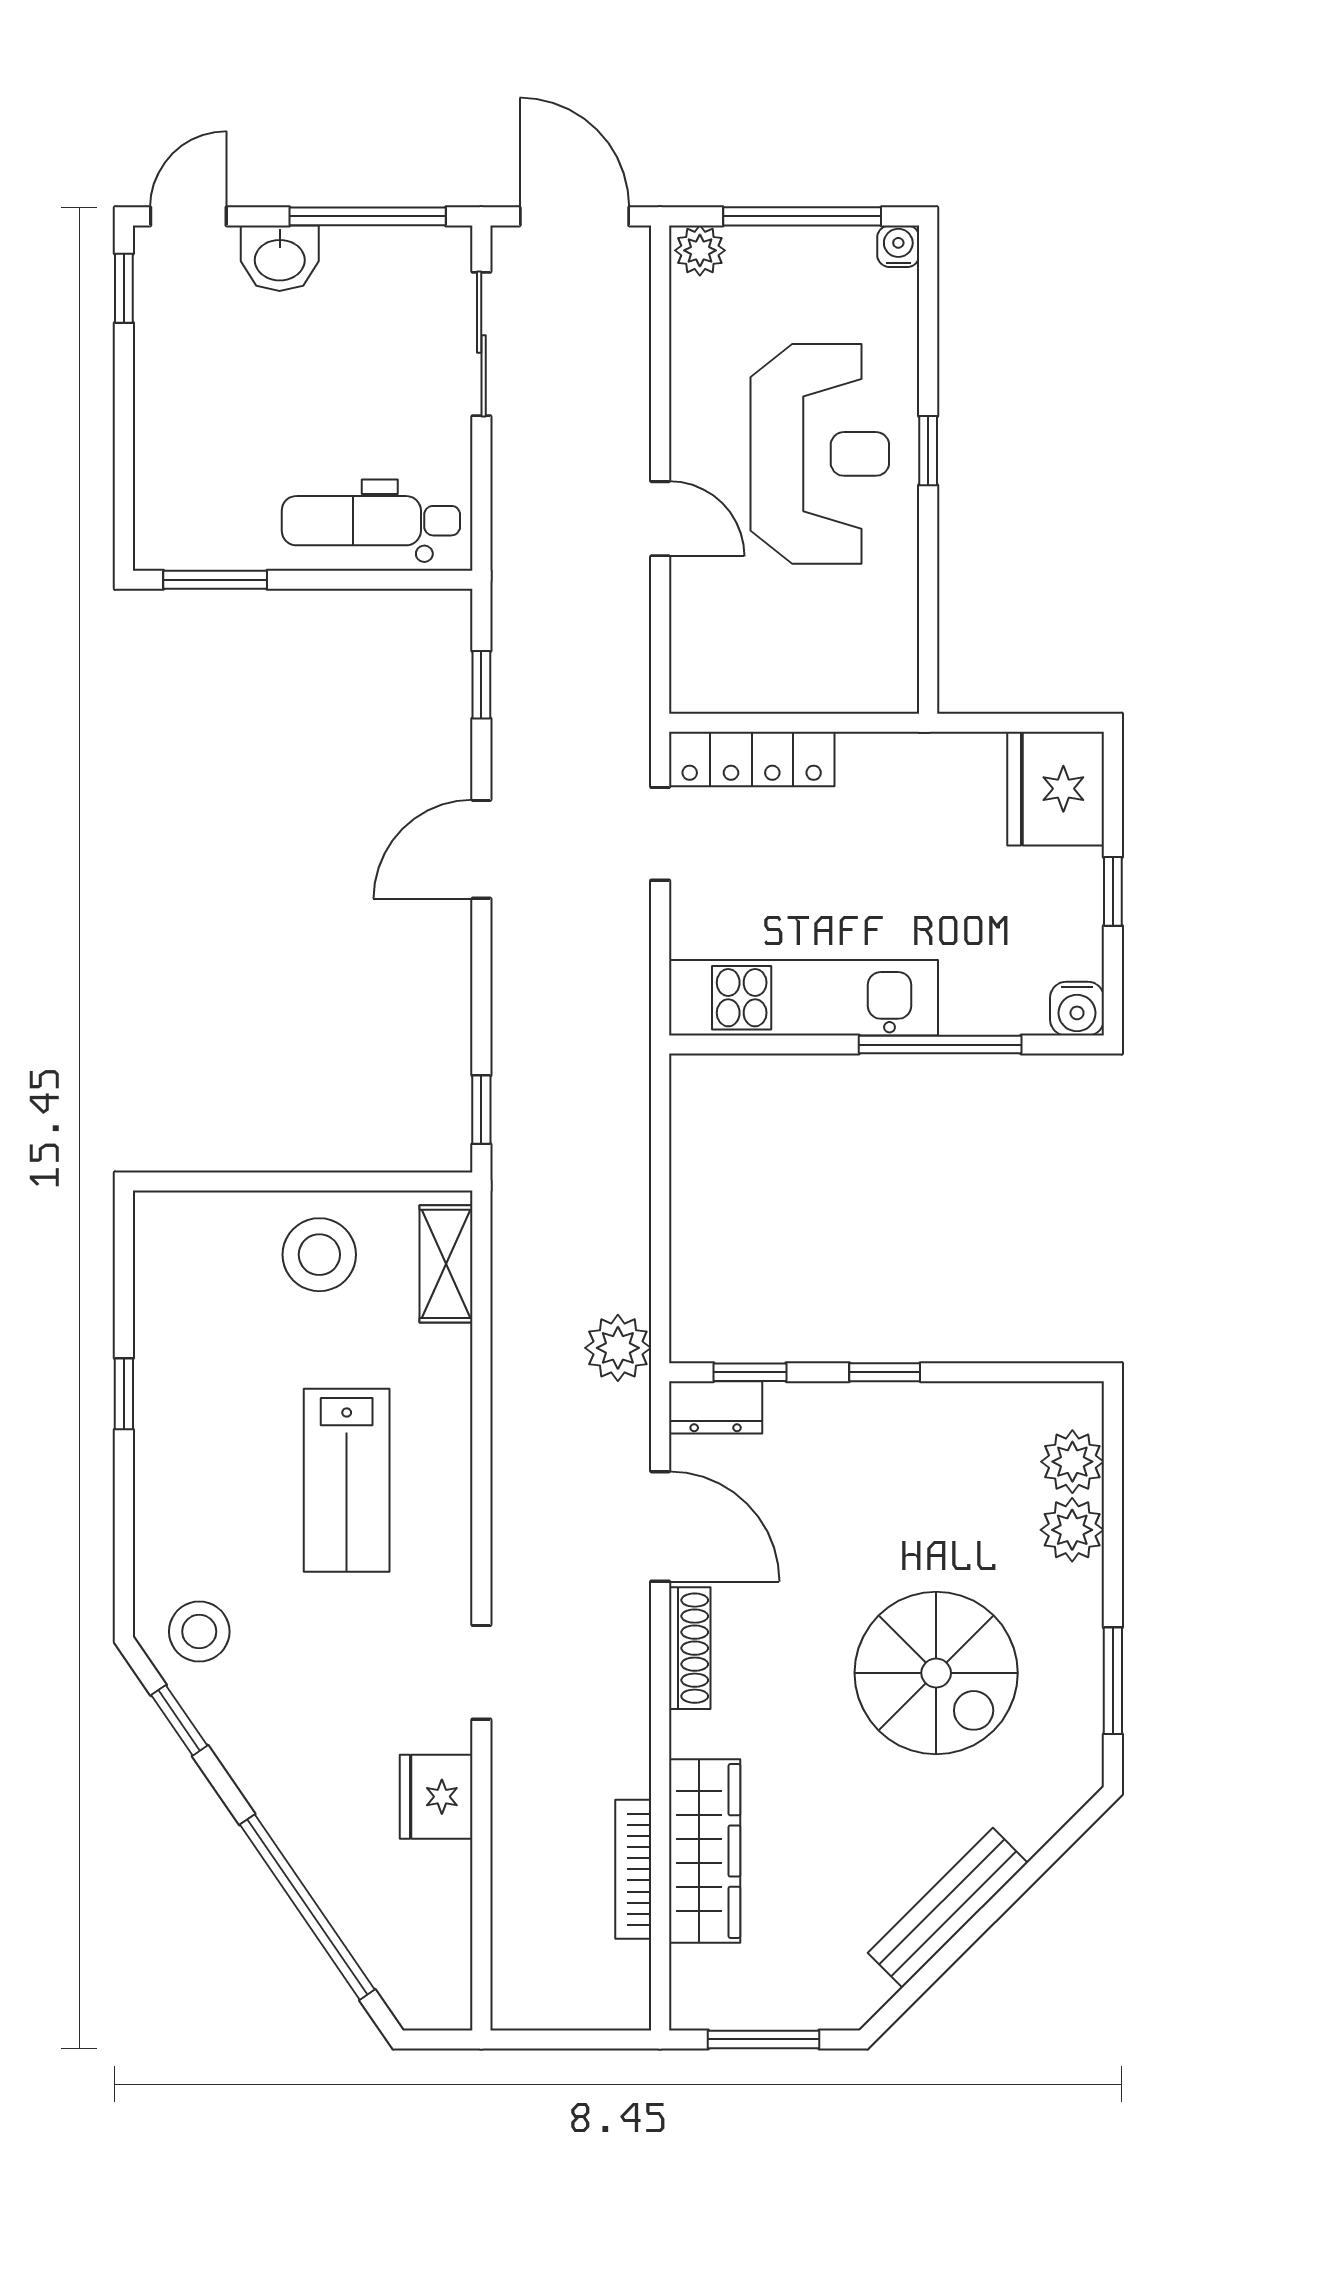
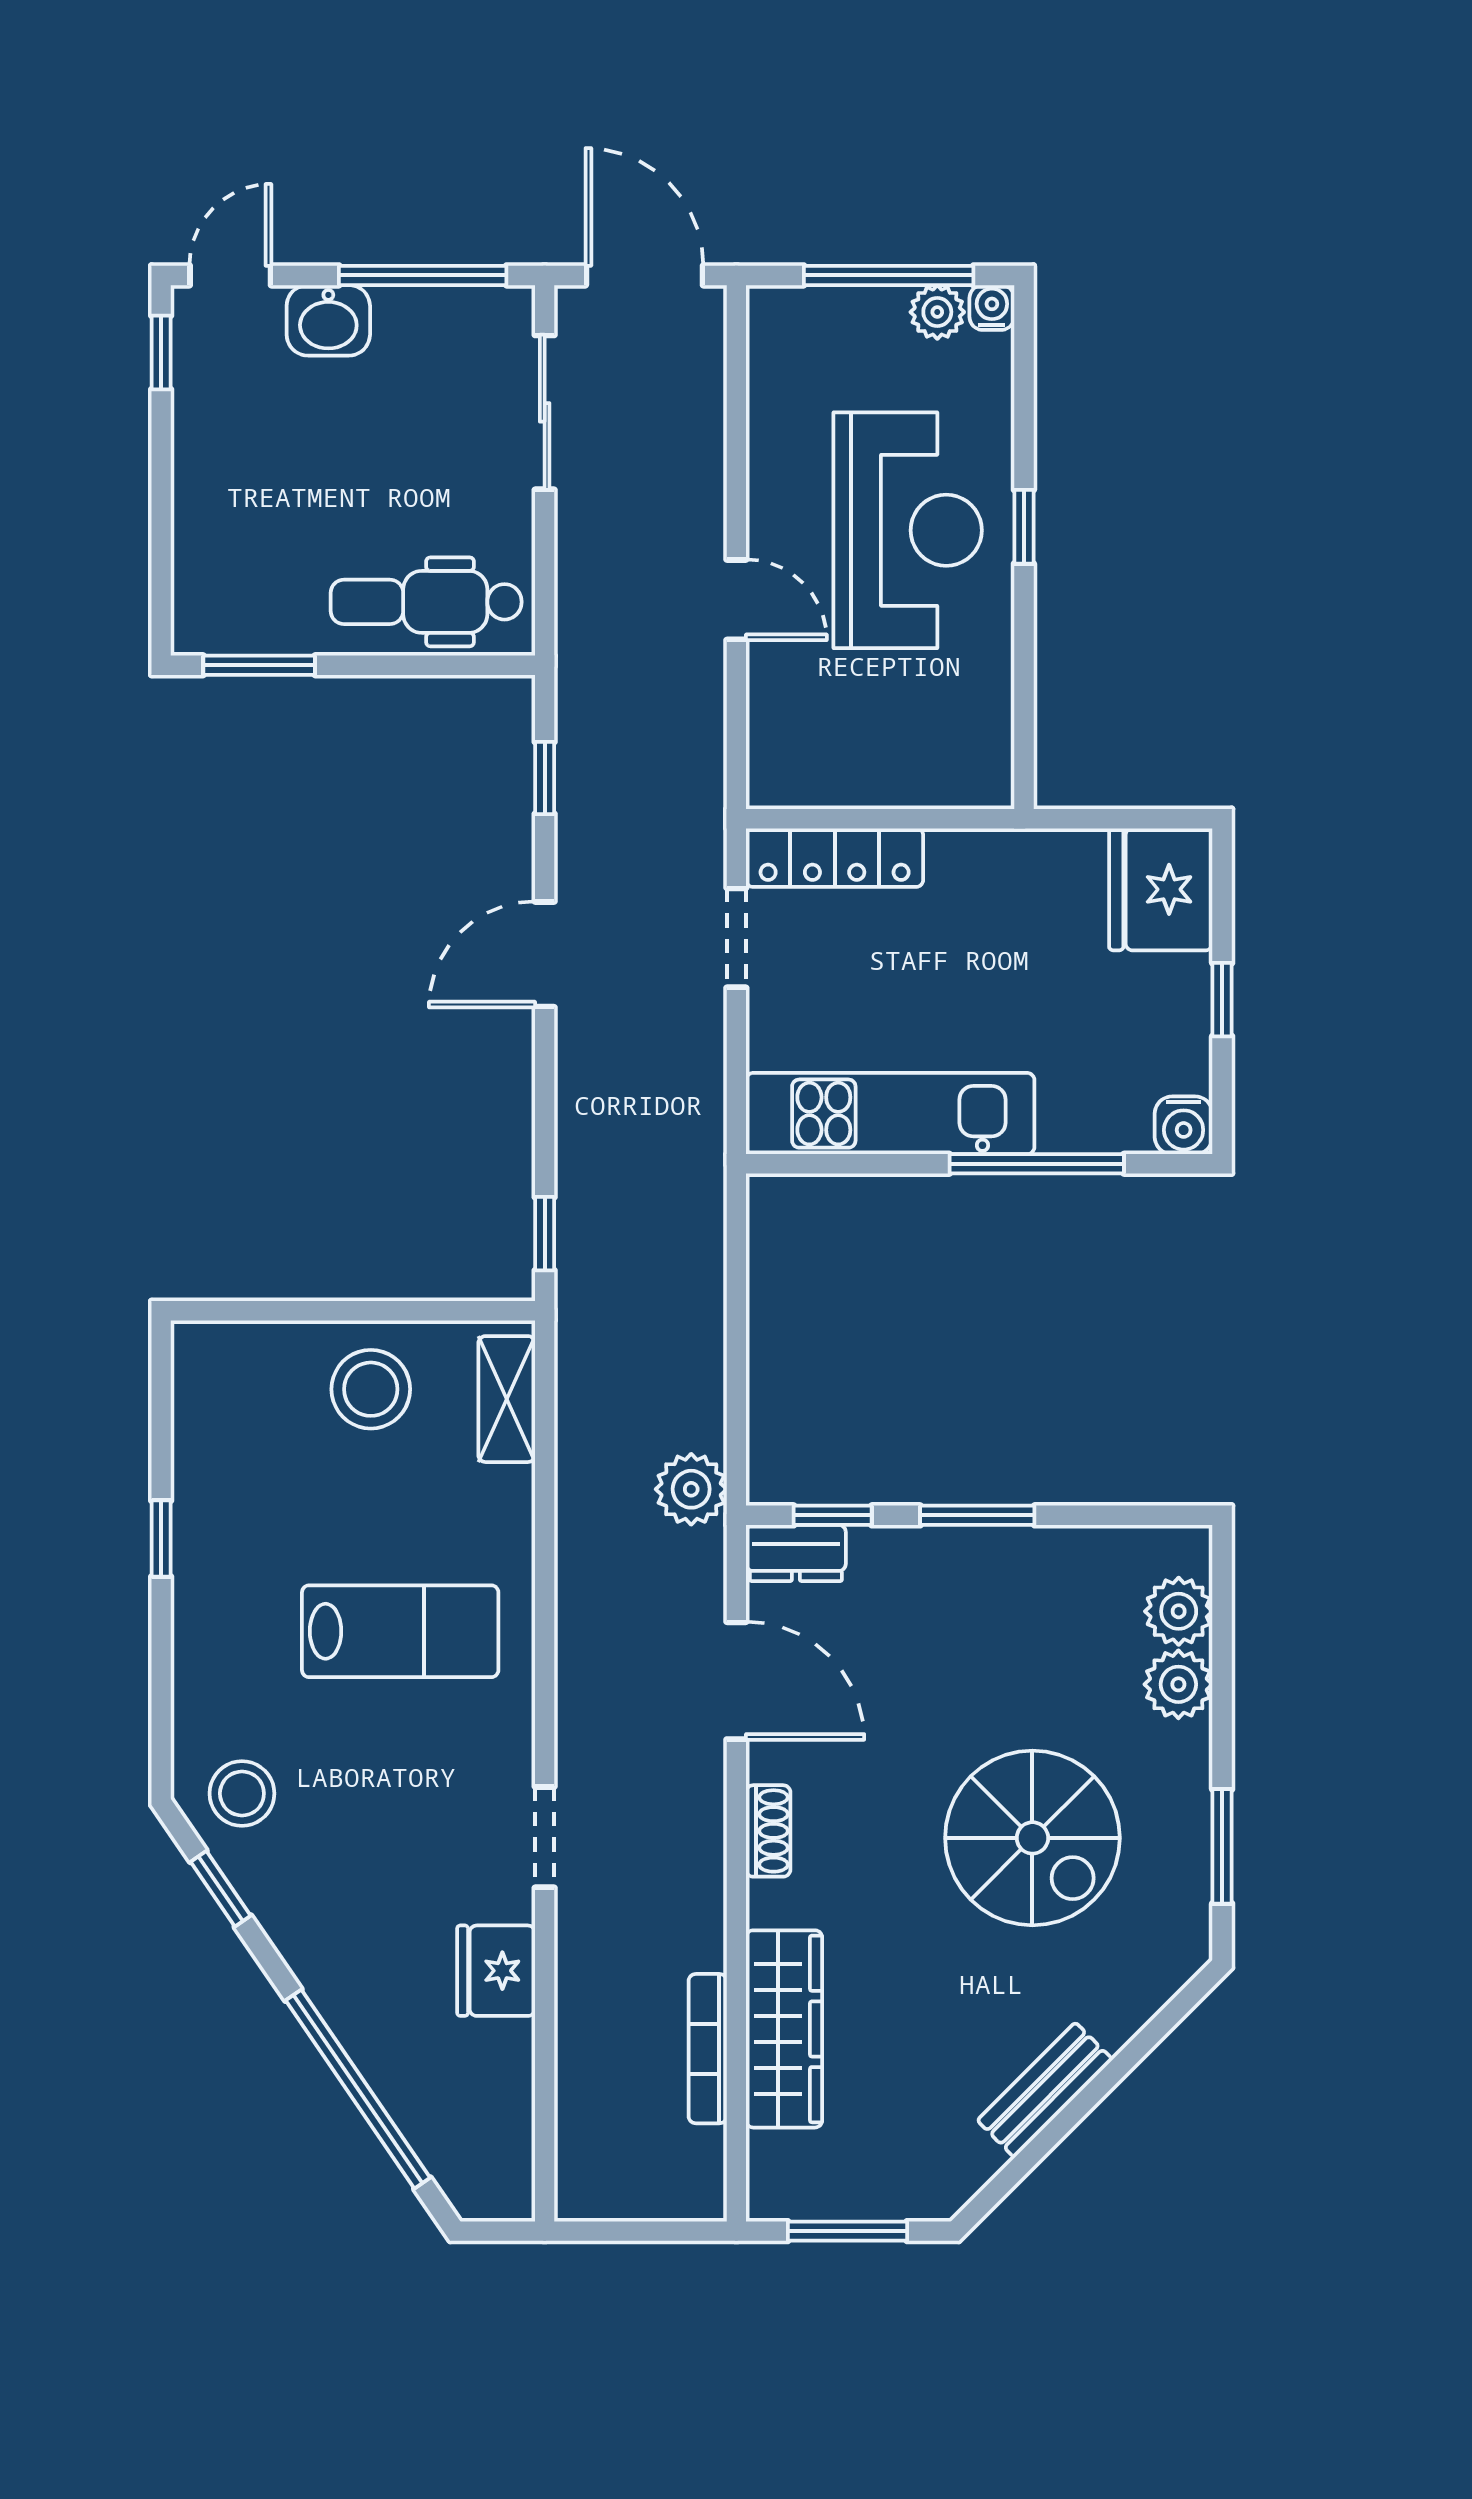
plant: (700, 250) -> (937, 312), moved
window: (885, 1372) -> (977, 1515), width x1.50
lab bench: (347, 1480) -> (400, 1631), turned -90
shoe rack: (690, 1648) -> (768, 1831), width x0.70
bench: (948, 1908) -> (1045, 2090), width x0.73

